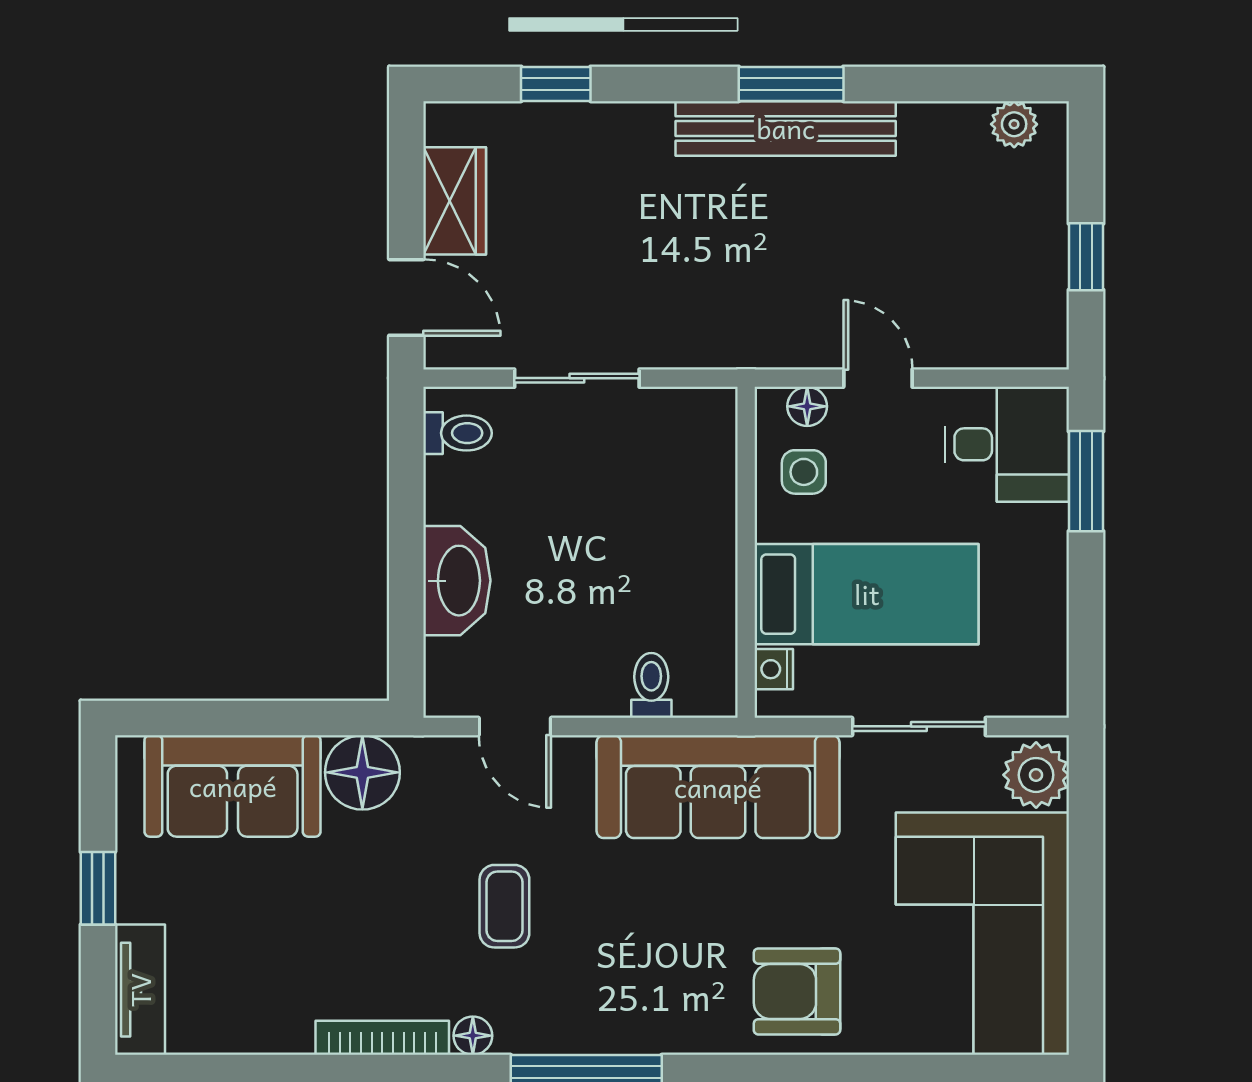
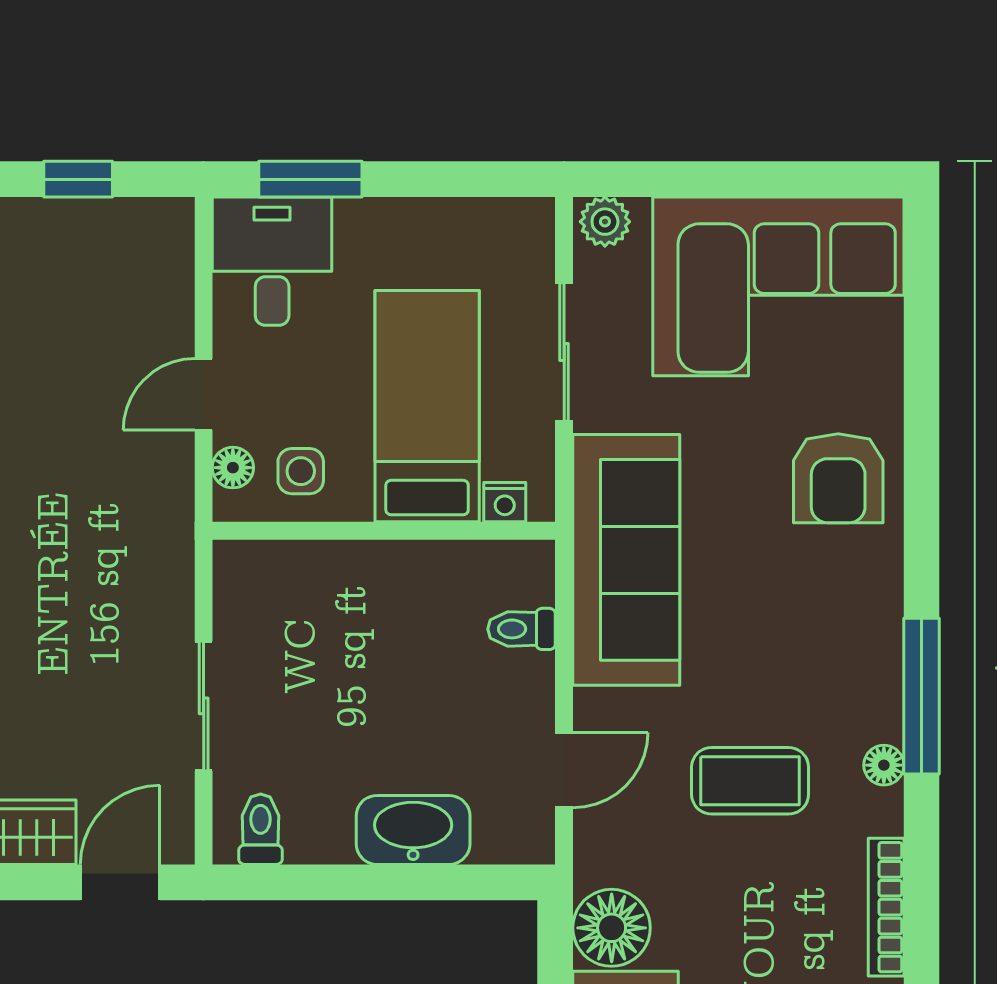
plant: (1036, 775) -> (605, 222), width x0.73, depth x0.73
coffee table: (504, 906) -> (750, 781), width x1.36, depth x1.30
floor lamp: (473, 1036) -> (884, 765), moved

